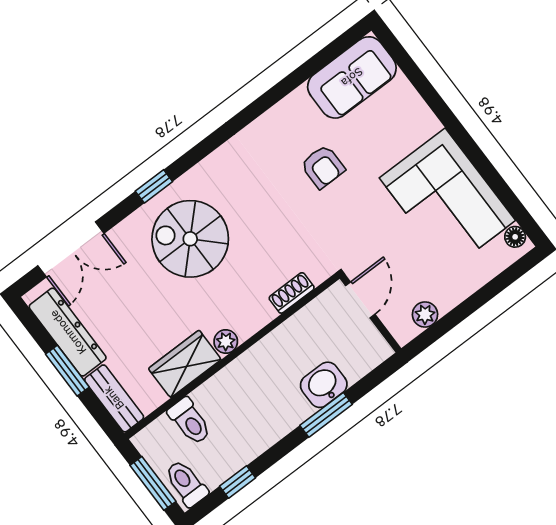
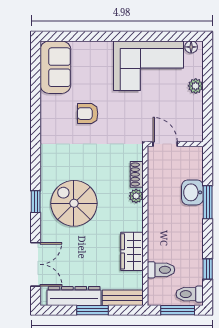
armchair: (323, 167) -> (88, 114), turned 180
spiral stairs: (190, 239) -> (74, 203), turned 90
plant: (425, 314) -> (196, 86), moved
plant: (226, 342) -> (136, 196), moved

